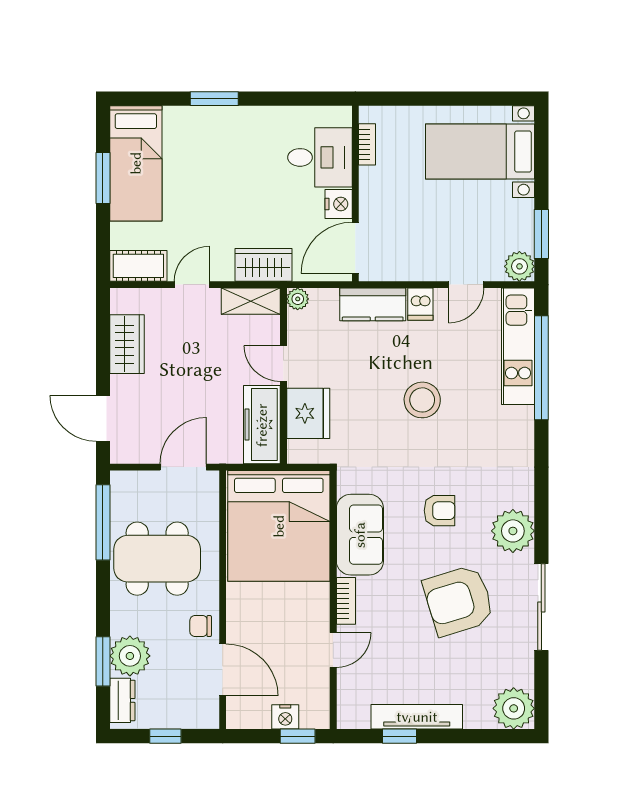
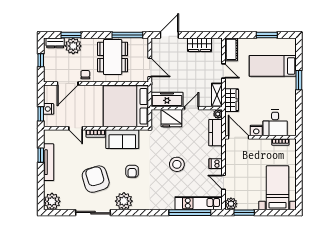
bed: (136, 163) -> (273, 66), moved
kitchen counter: (373, 304) -> (216, 133), moved

